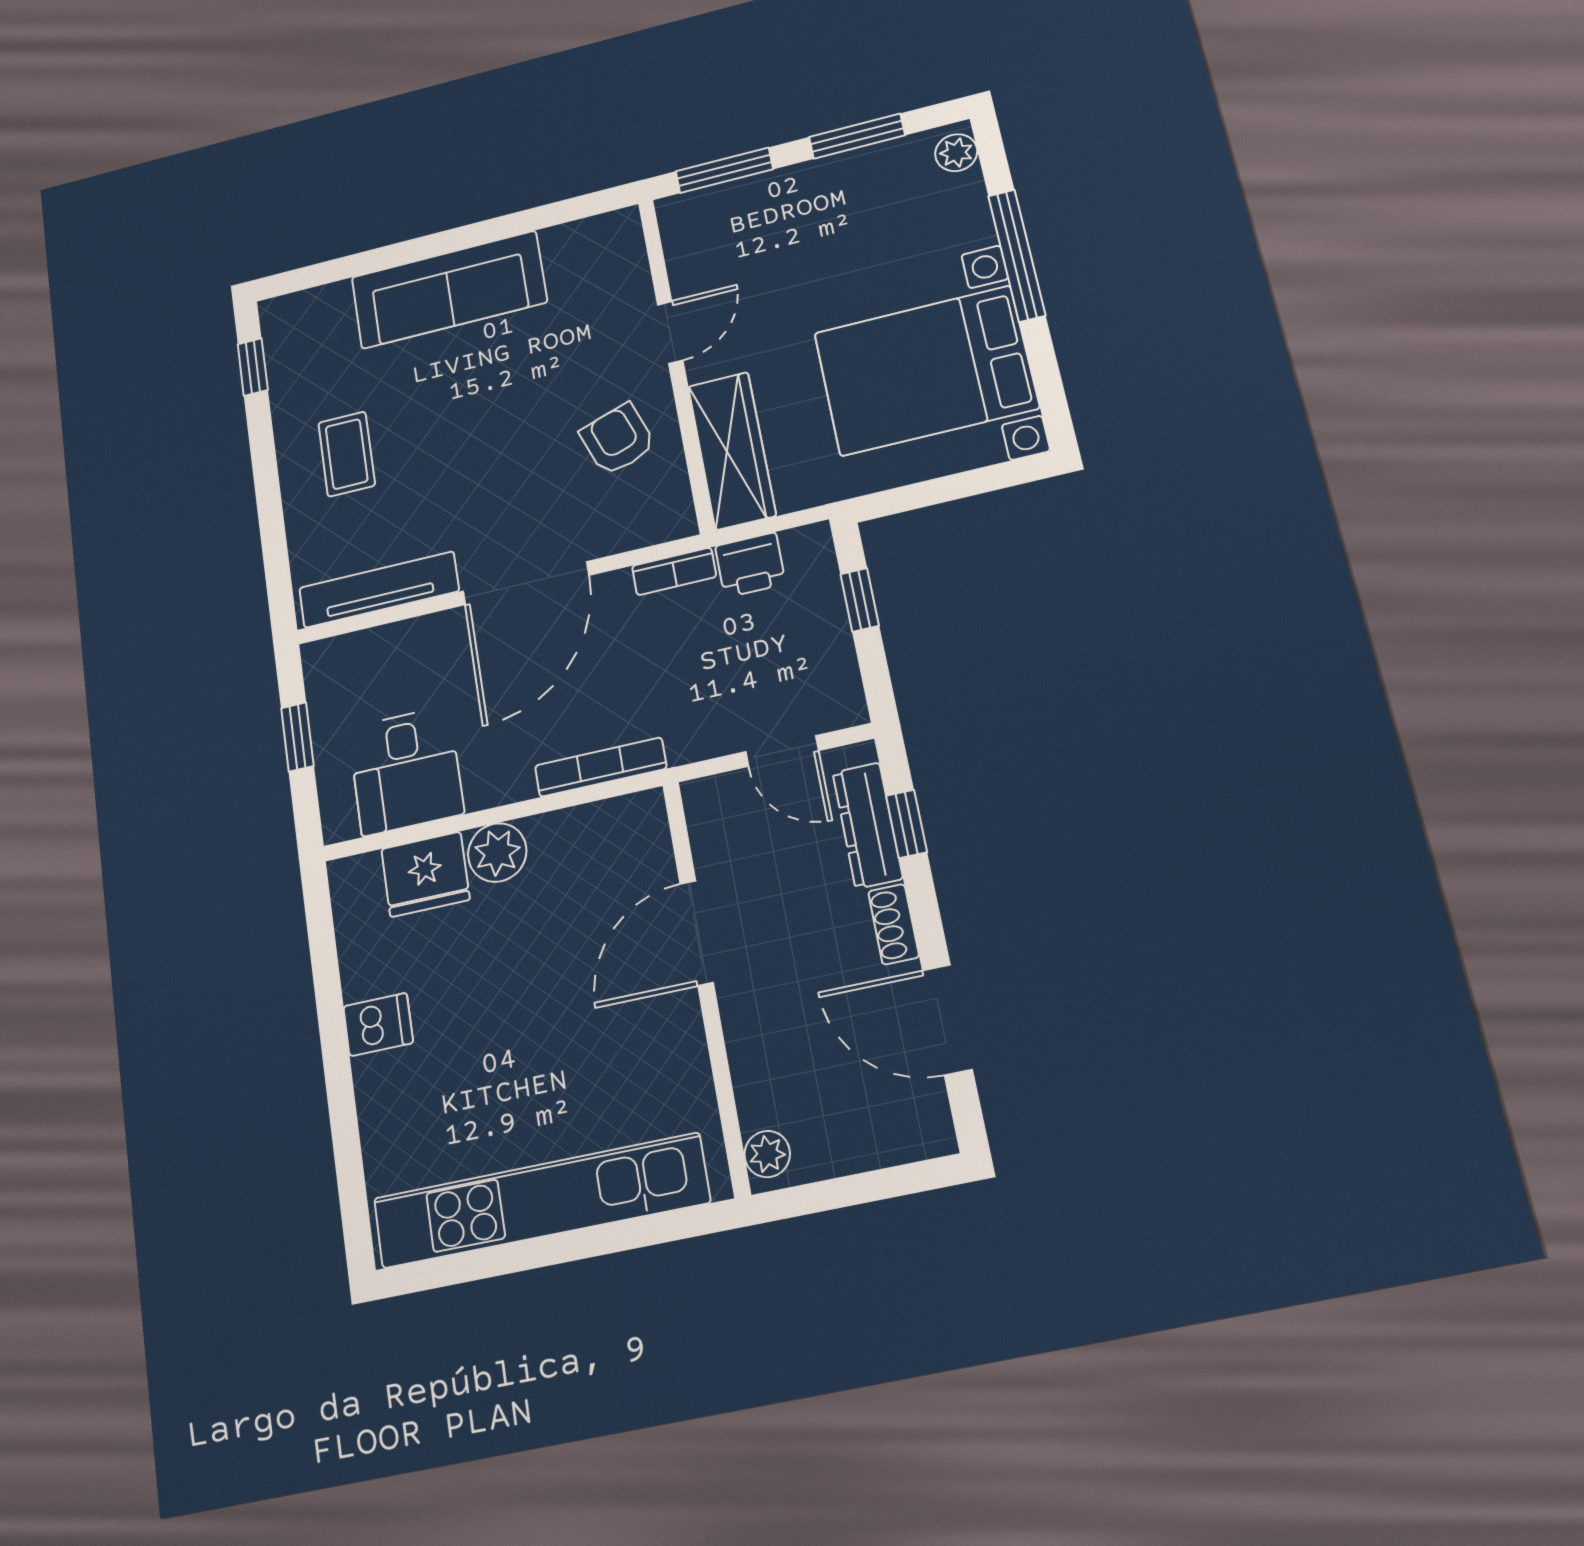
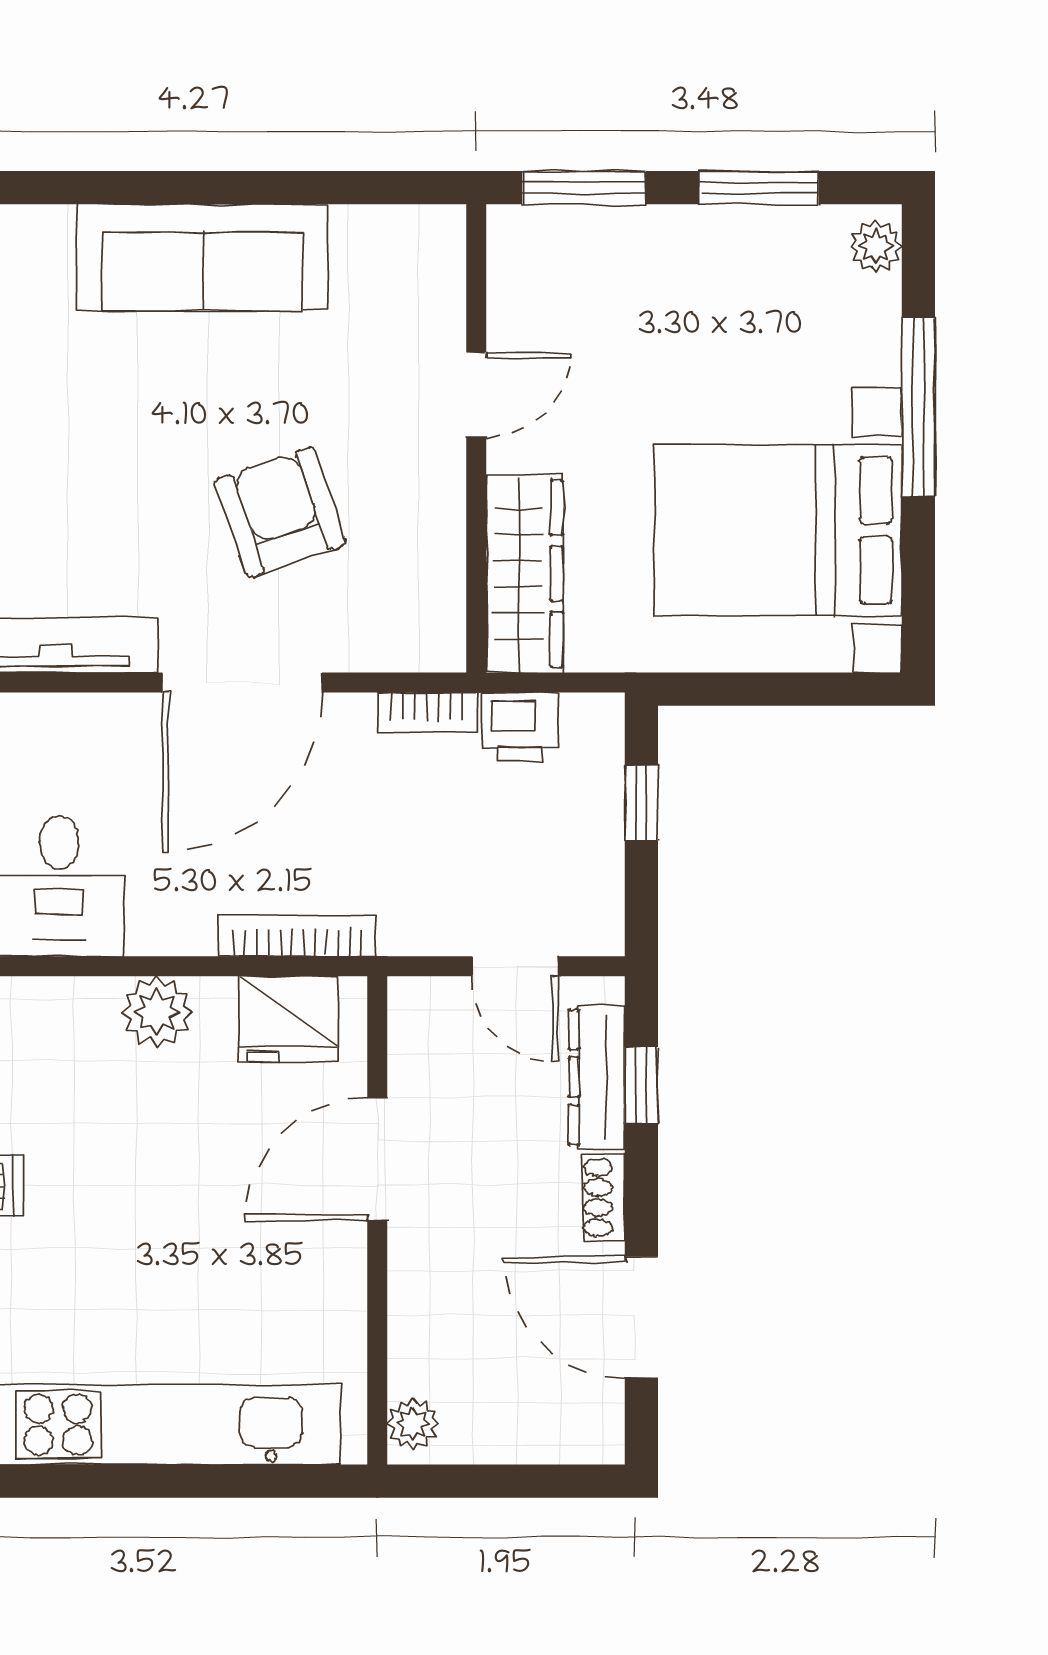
armchair: (618, 439) -> (280, 512), moved, width x1.38, depth x1.38
coffee table: (347, 454) -> (38, 452), removed
fridge: (425, 874) -> (289, 1019), moved

